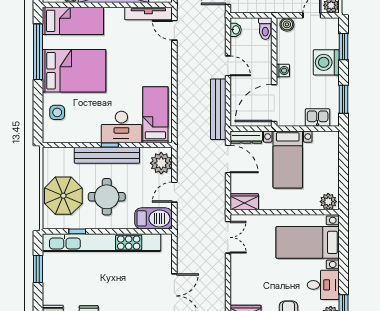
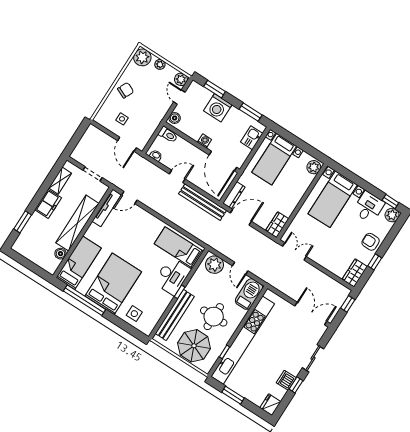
bench: (107, 155) -> (175, 315), moved
bed with nightstands: (288, 159) -> (274, 159), moved, turned 90

